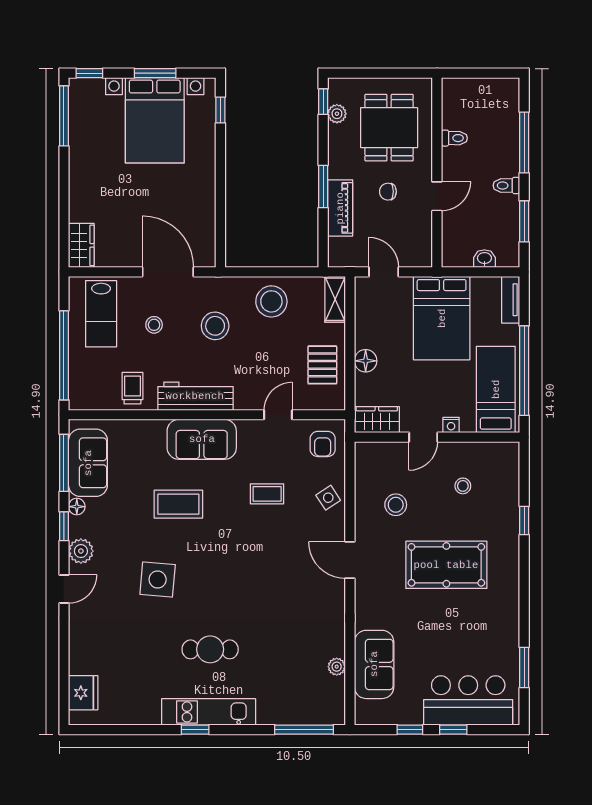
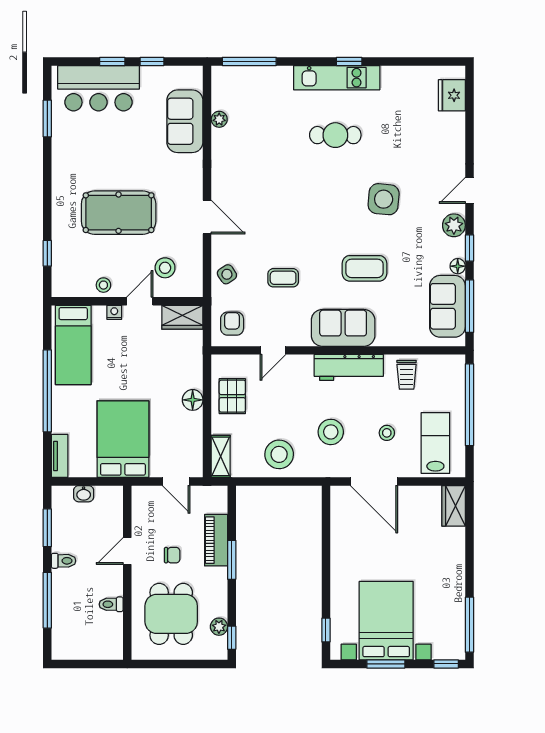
bed: (496, 389) -> (73, 345), moved
wardrobe: (377, 420) -> (182, 317), moved
nightstand: (451, 425) -> (114, 312), moved
door: (423, 437) -> (140, 301), moved
wall: (437, 437) -> (127, 301), moved

